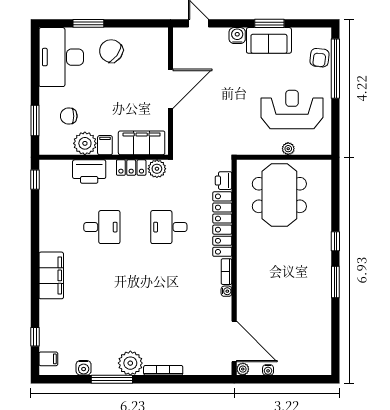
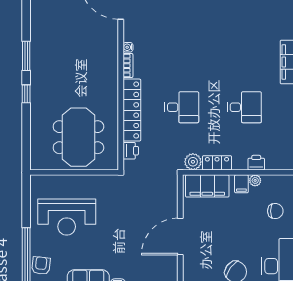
plant: (85, 143) -> (255, 180), width x0.53, depth x0.53
plant: (288, 149) -> (70, 181), removed
printer: (89, 172) -> (256, 163), width x0.53, depth x0.68
desk: (102, 227) -> (244, 107), turned 180

